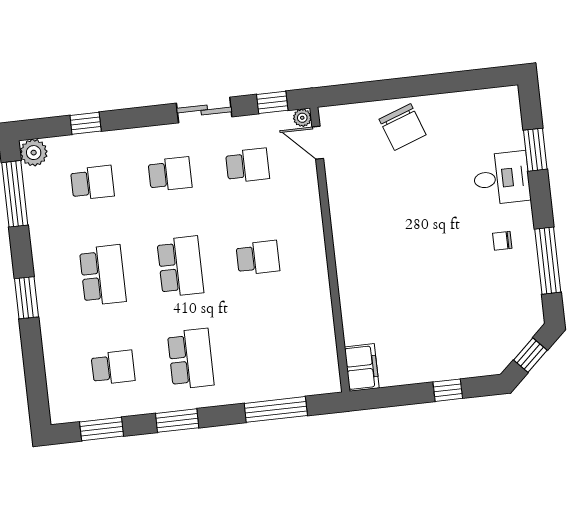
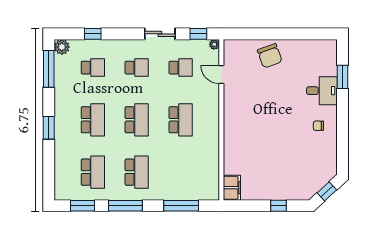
door: (318, 143) -> (221, 74), moved
school desk: (258, 258) -> (181, 120), width x1.85
window: (548, 261) -> (343, 140), removed
school desk: (113, 367) -> (93, 172), width x1.85
window: (177, 421) -> (125, 206), width x1.44

